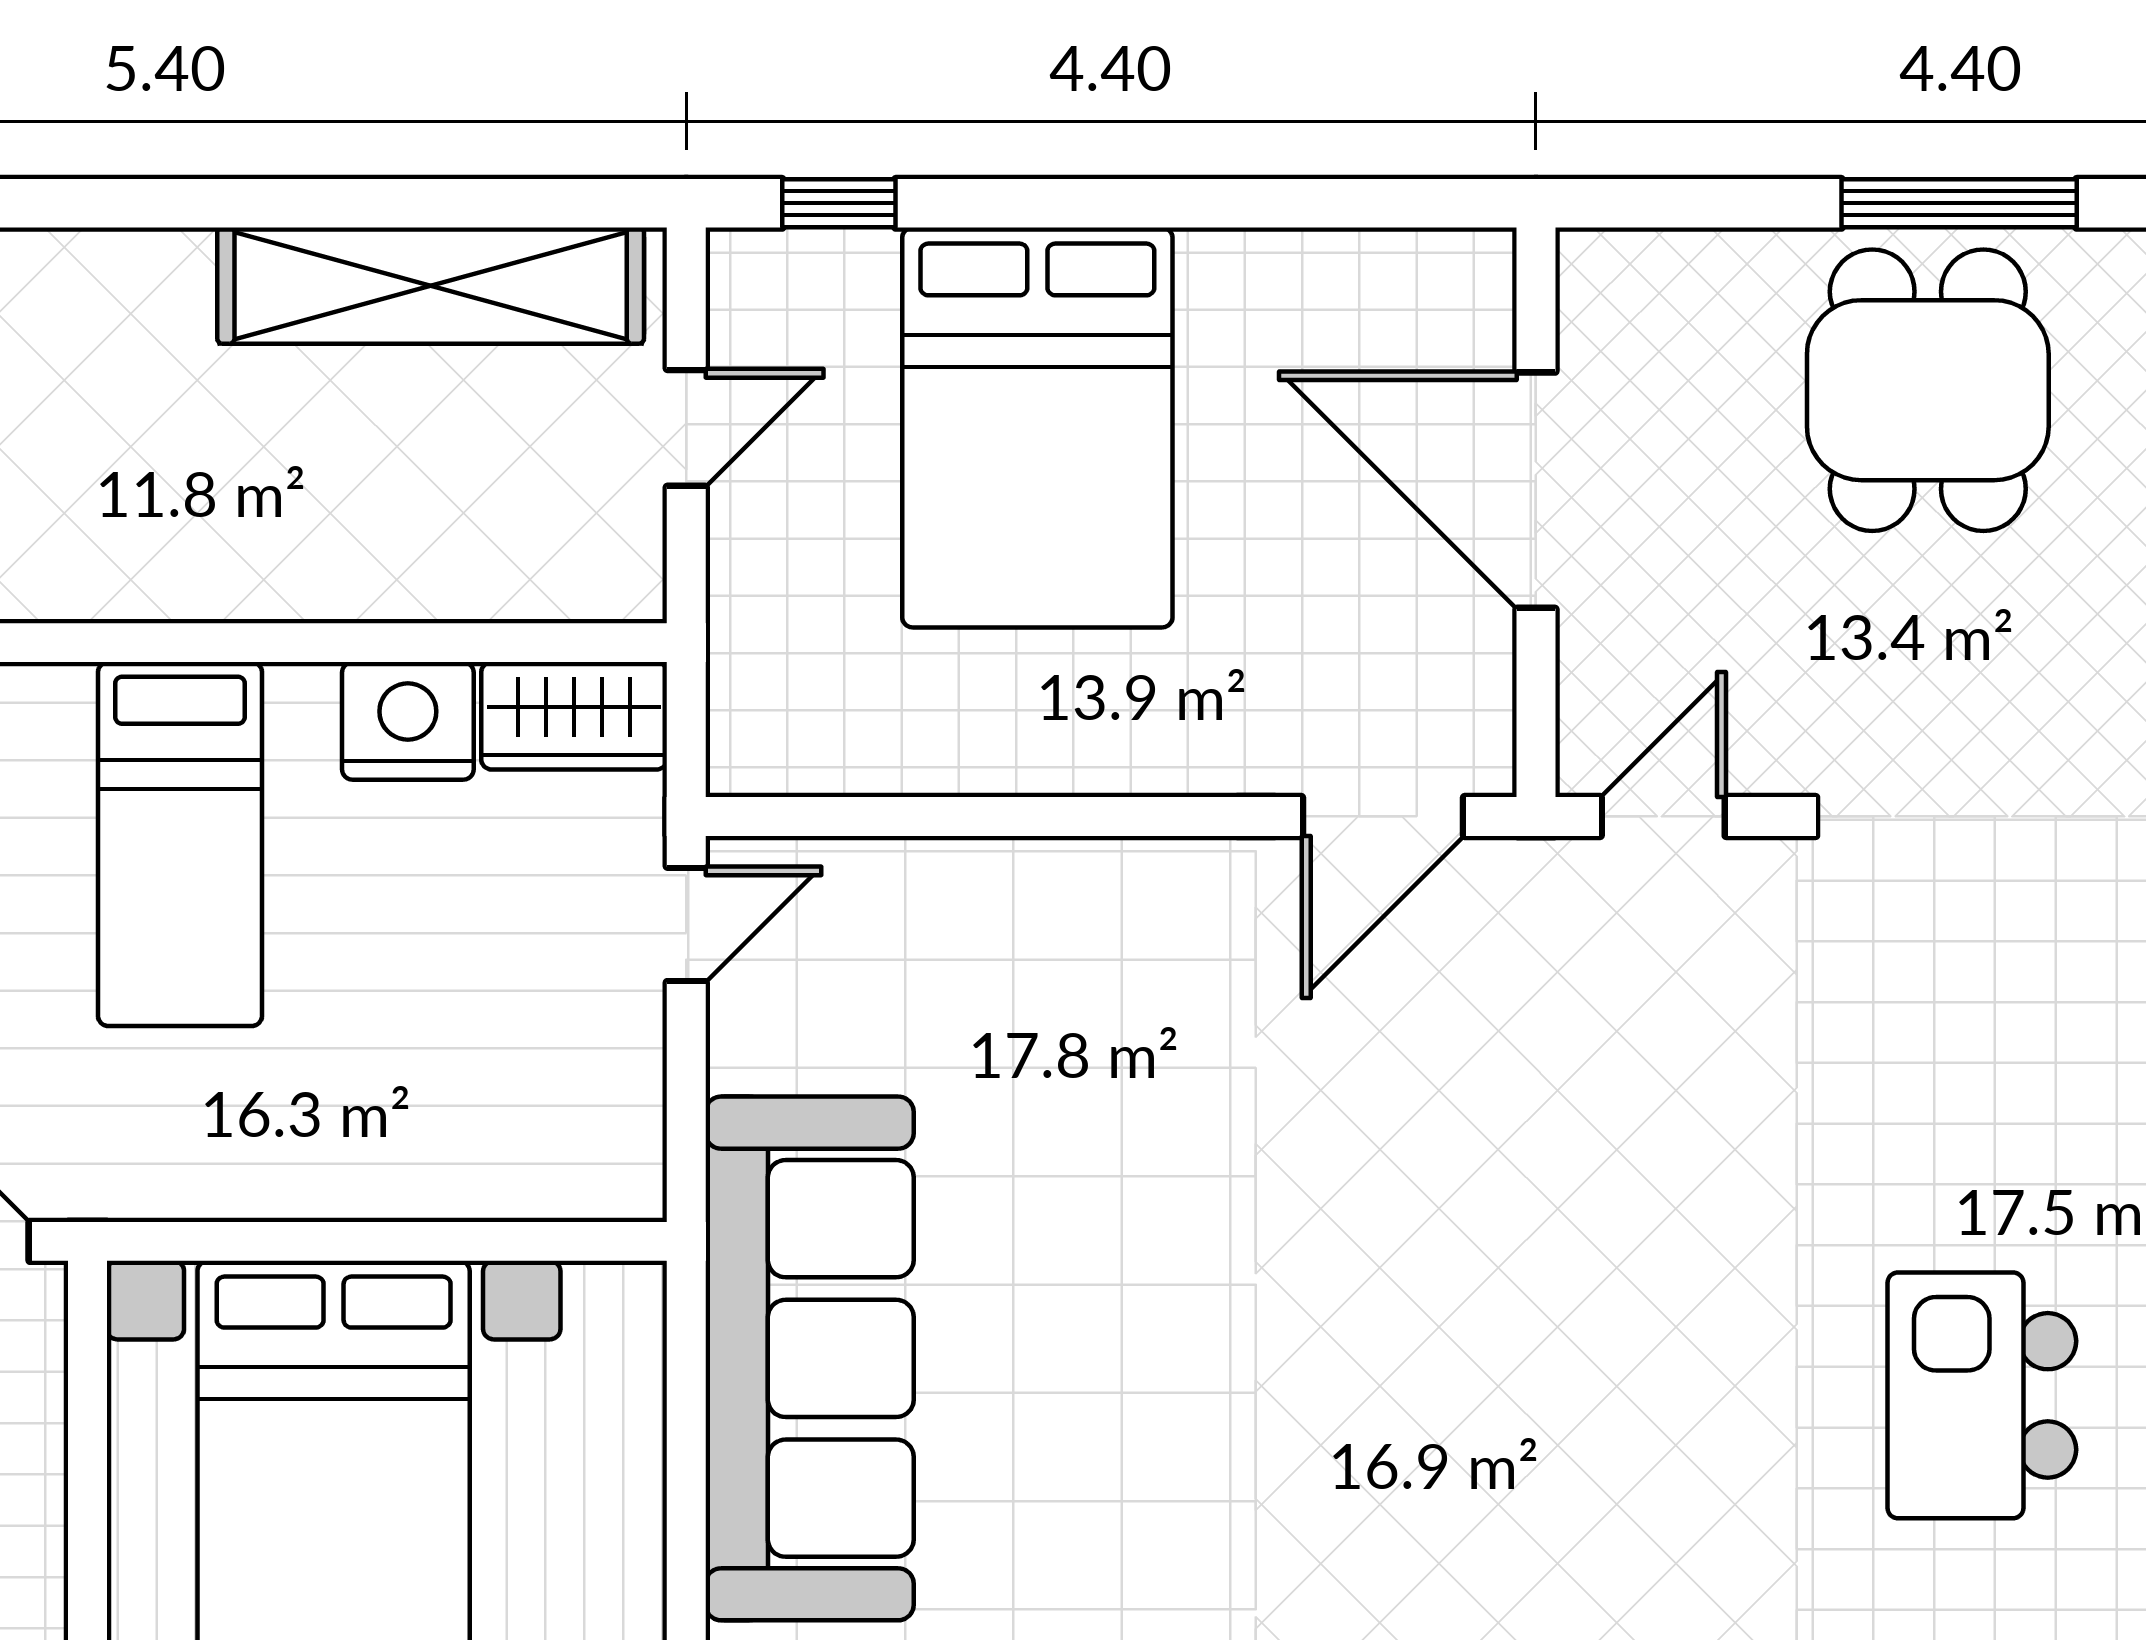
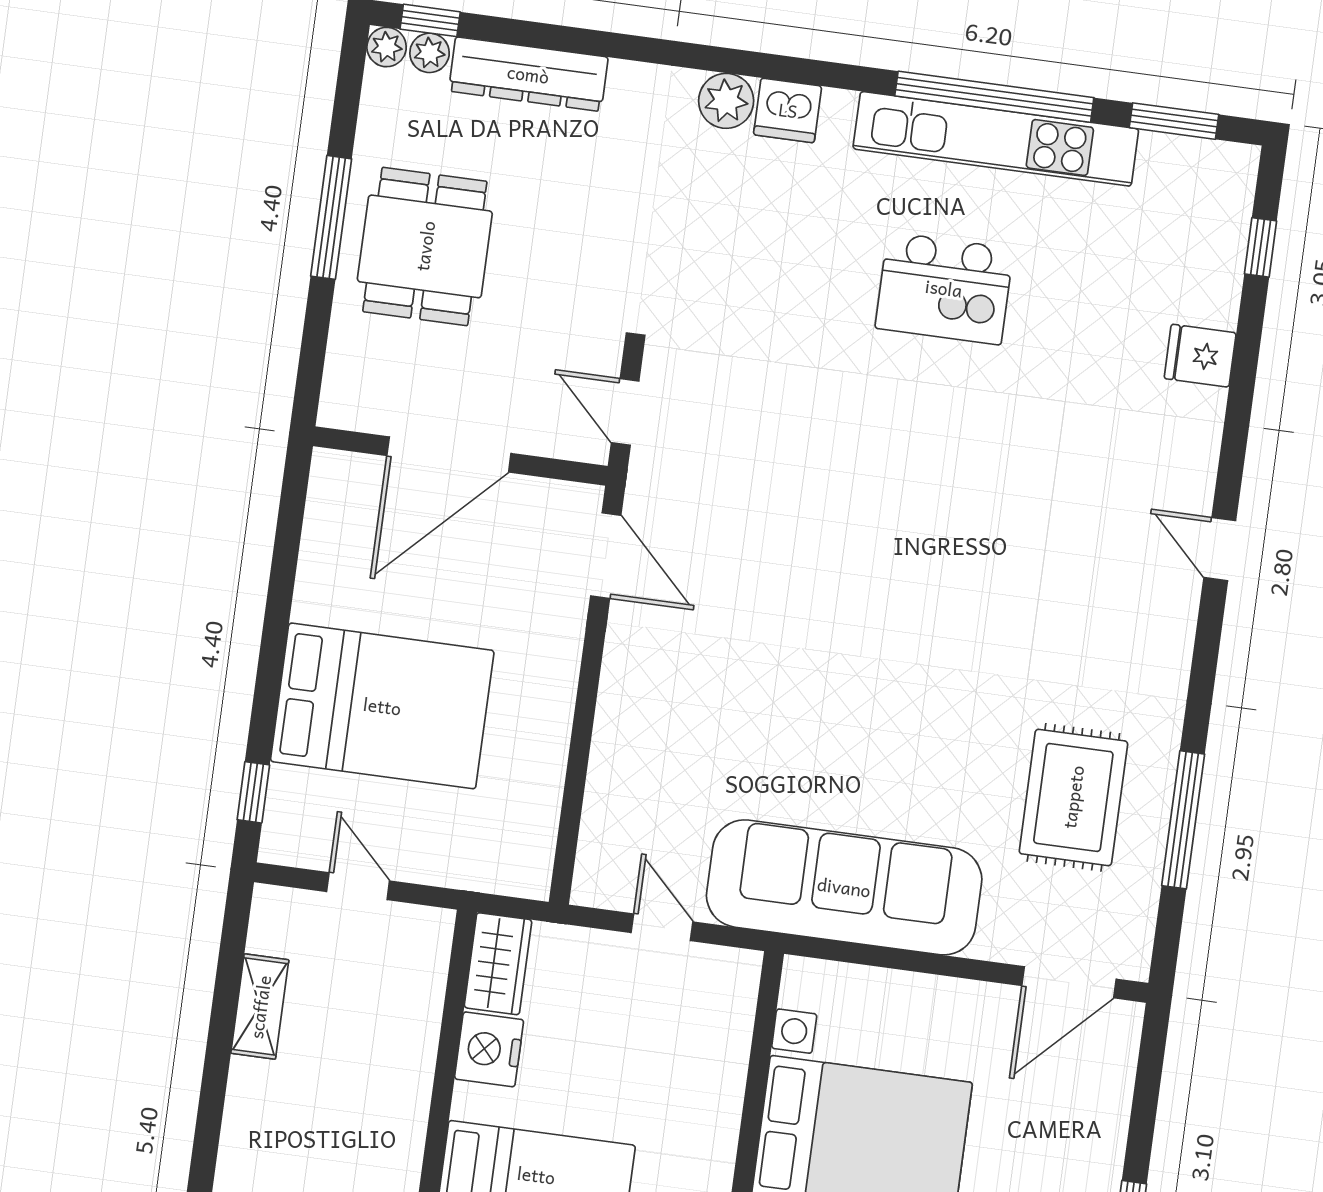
shelving: (431, 286) -> (260, 1007), width x0.45, depth x0.75
dining table: (1928, 390) -> (425, 246), turned 90
door: (686, 924) -> (662, 927), moved

